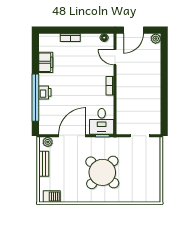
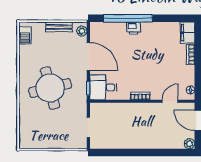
filing cabinet: (46, 62) -> (187, 33), moved, turned 90
round table: (102, 172) -> (50, 88), turned 33

